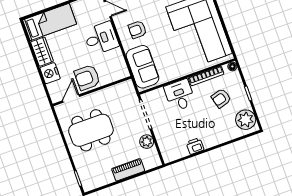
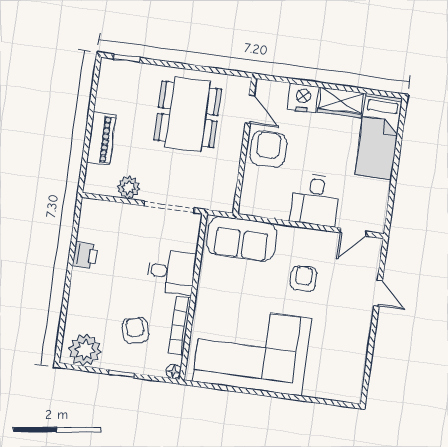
armchair: (137, 30) -> (304, 279), moved

